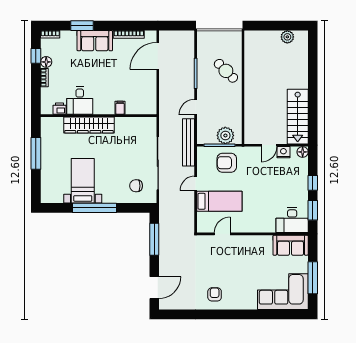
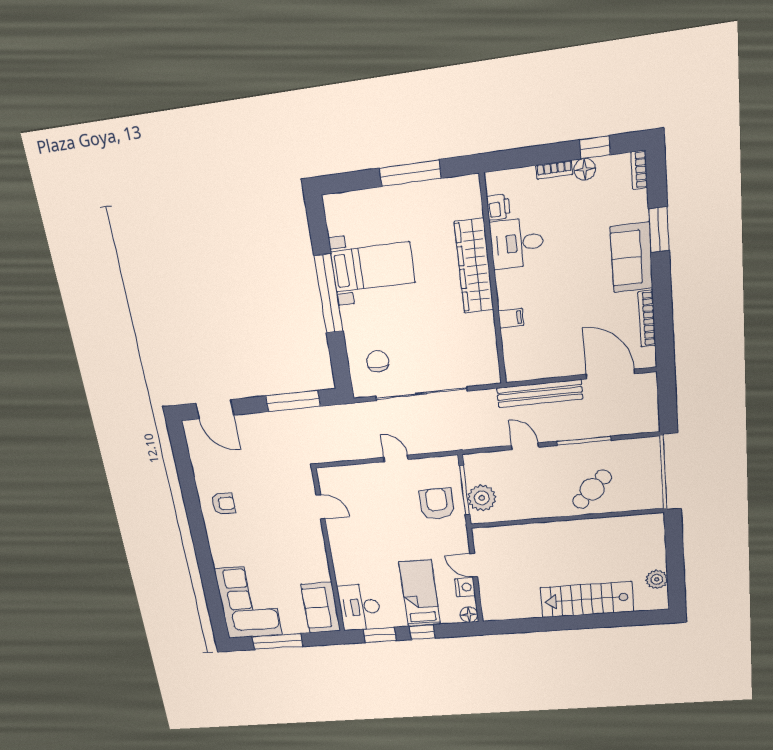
stairs: (298, 117) -> (587, 600), moved
bench: (189, 142) -> (540, 393), moved
bed: (219, 201) -> (420, 593), moved, turned 180

